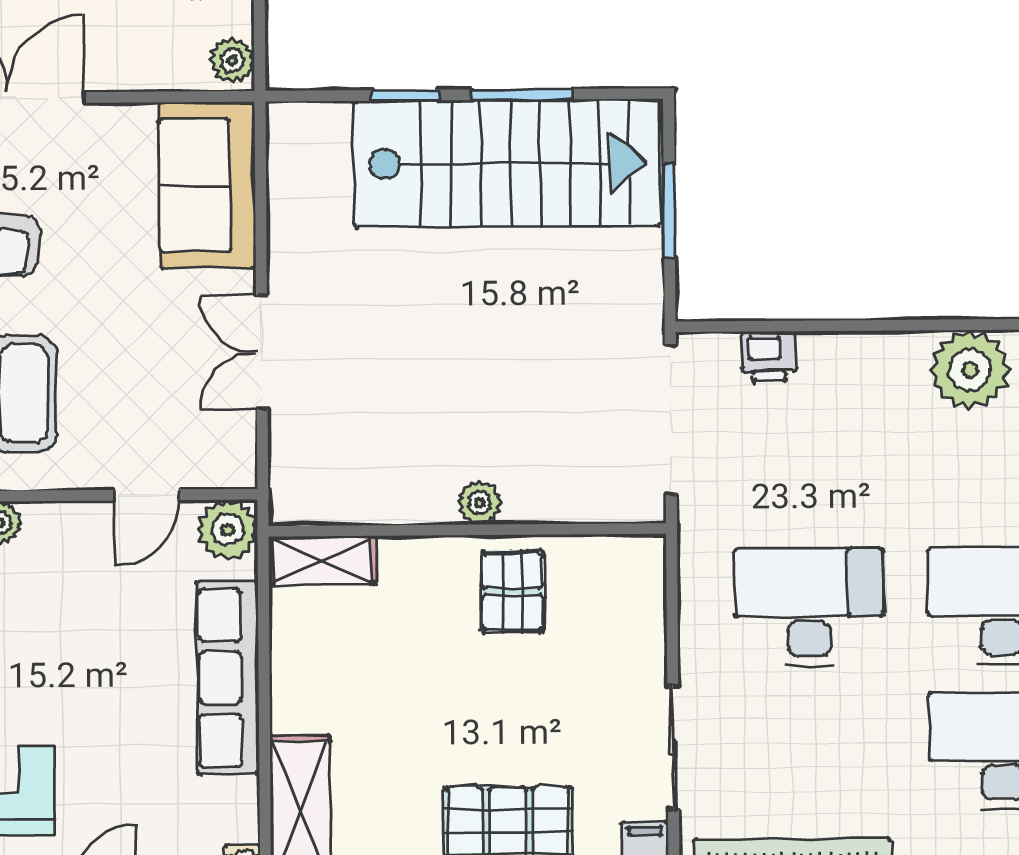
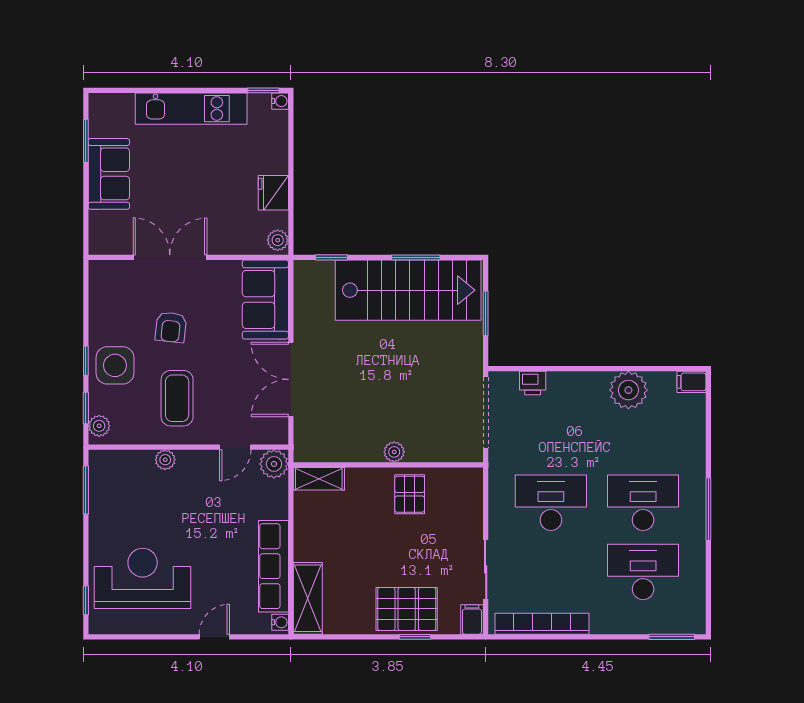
window: (405, 95) -> (332, 257), moved
double door: (262, 352) -> (291, 379), width x1.37
row of seats: (228, 678) -> (273, 566), moved

